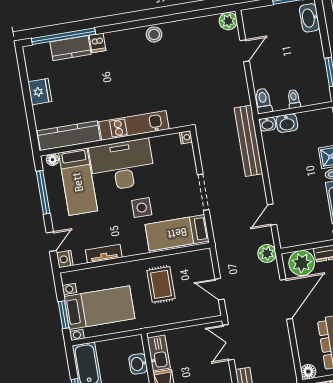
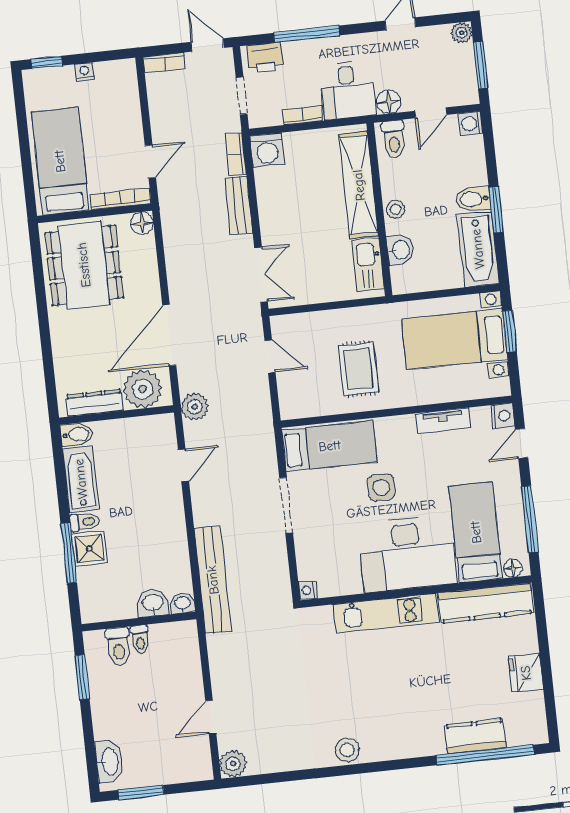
dishwasher: (97, 43) -> (434, 742), removed
toilet: (263, 101) -> (119, 647), moved

